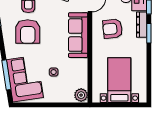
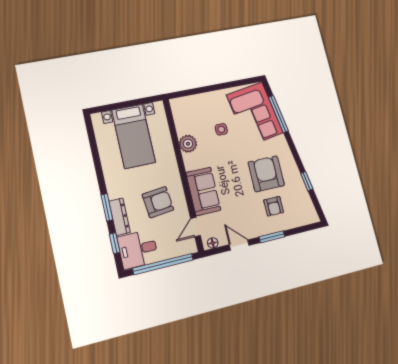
sofa: (78, 35) -> (203, 191), width x0.73
plant: (81, 95) -> (188, 144), moved

